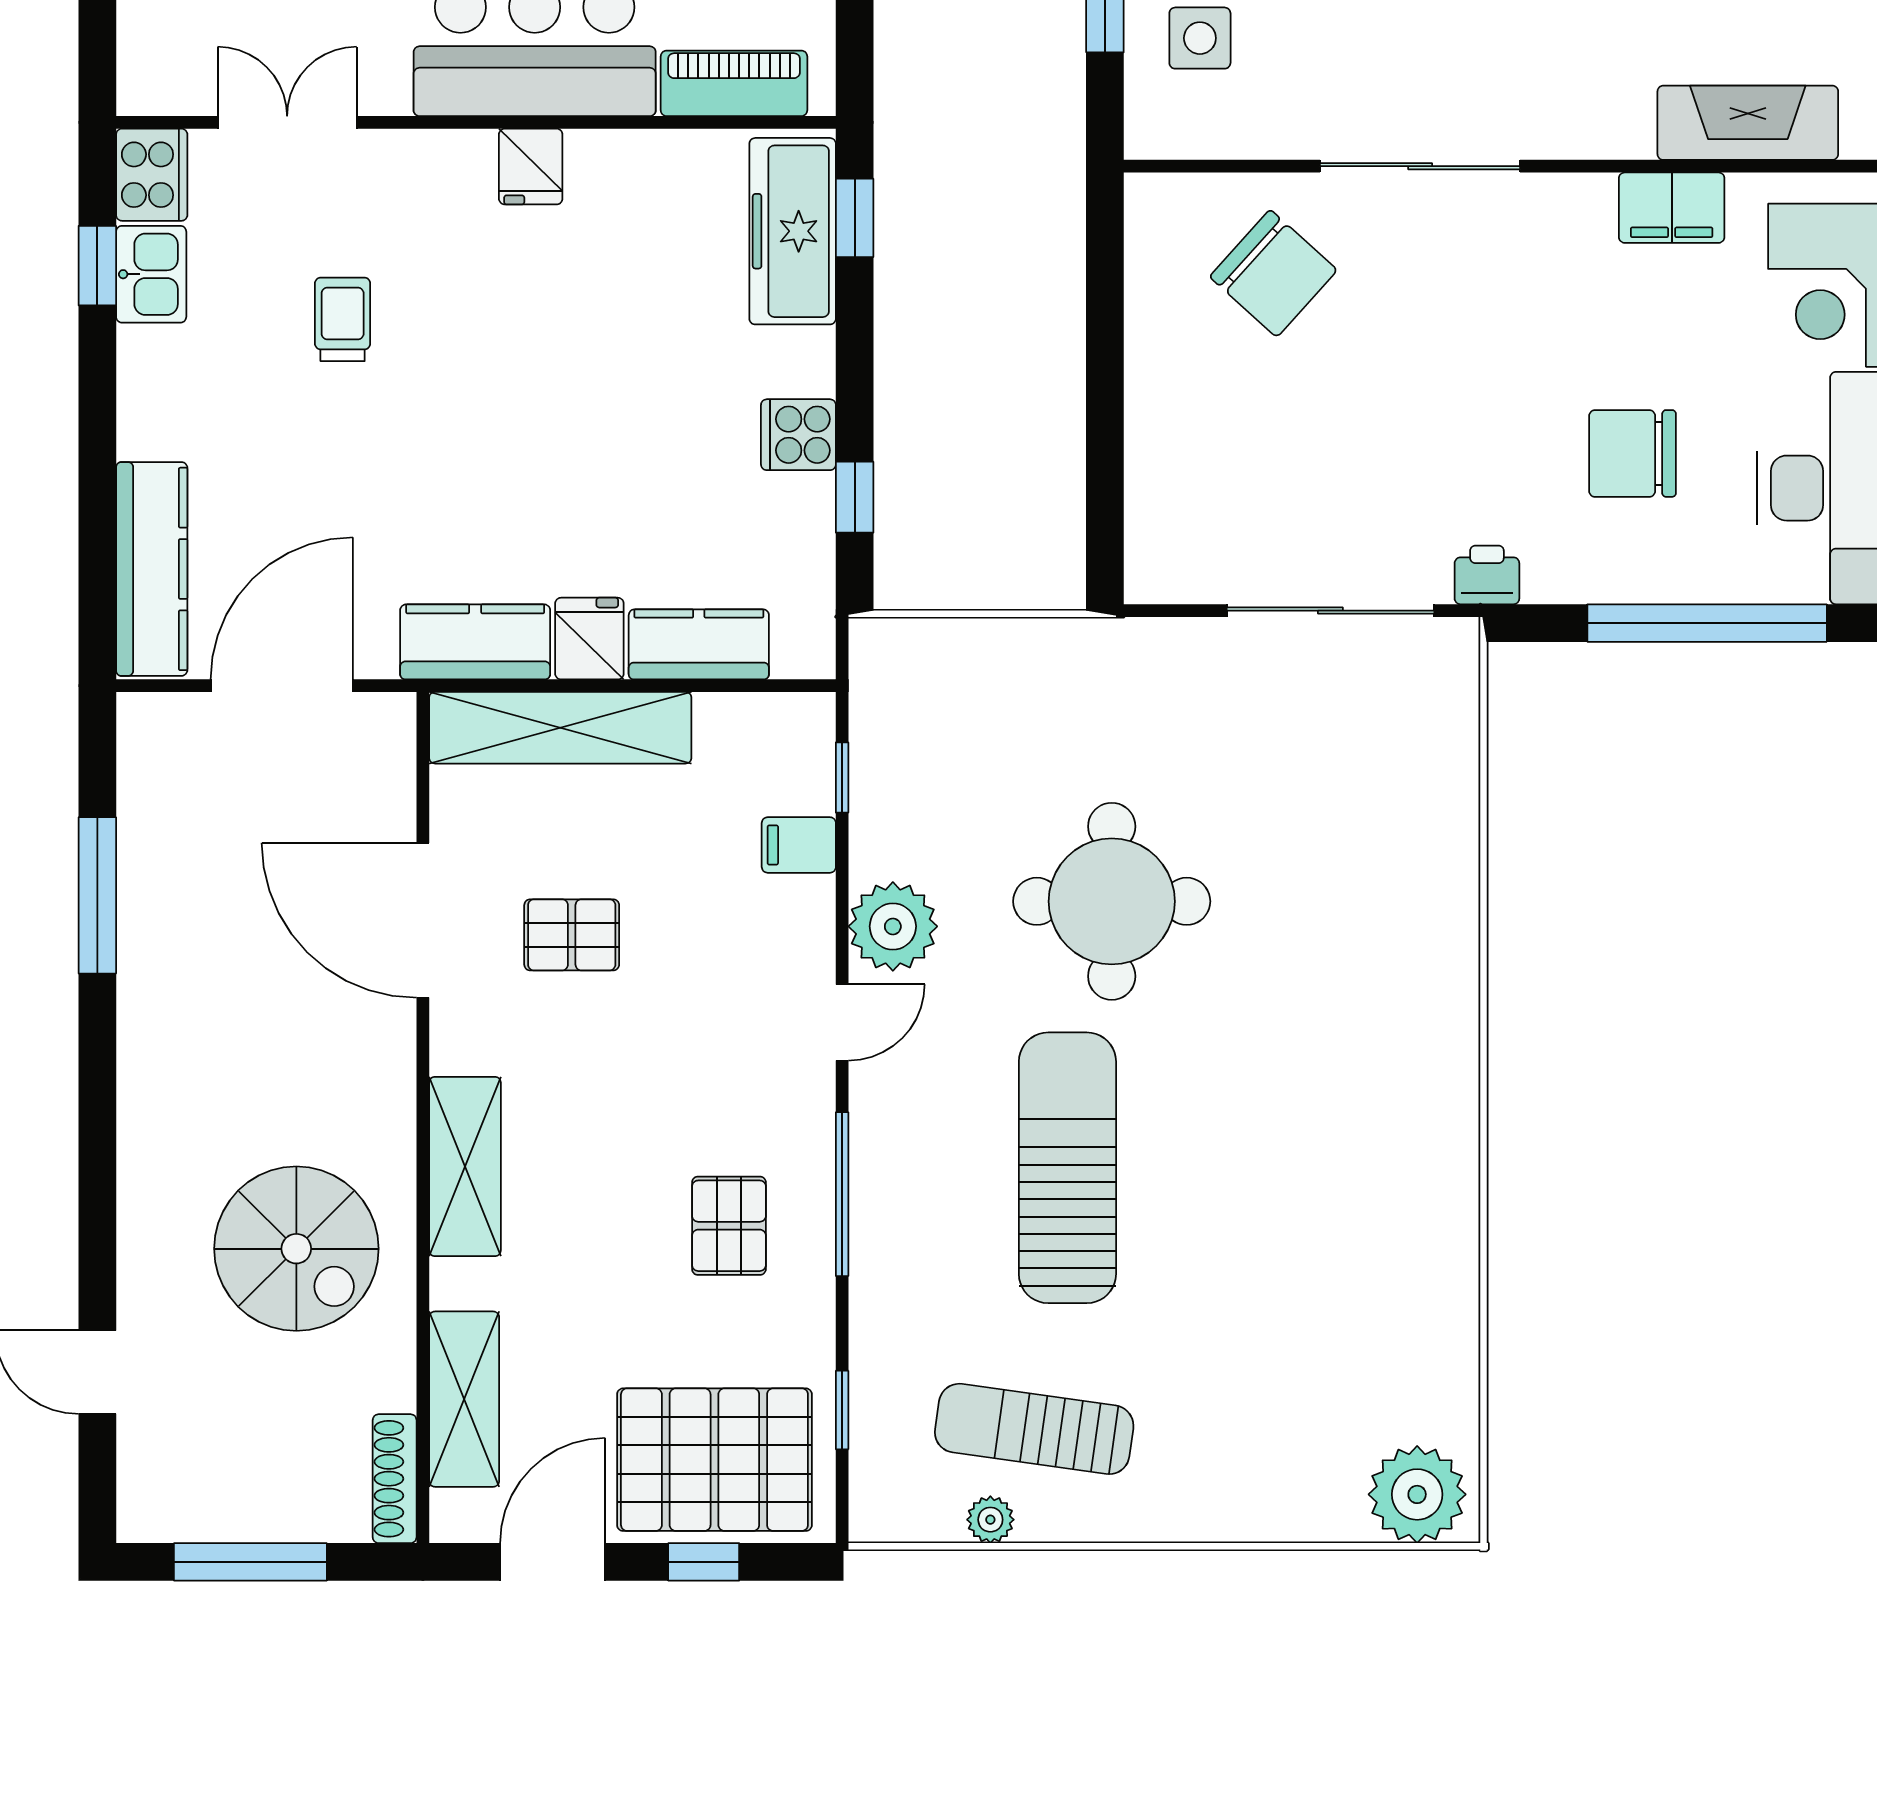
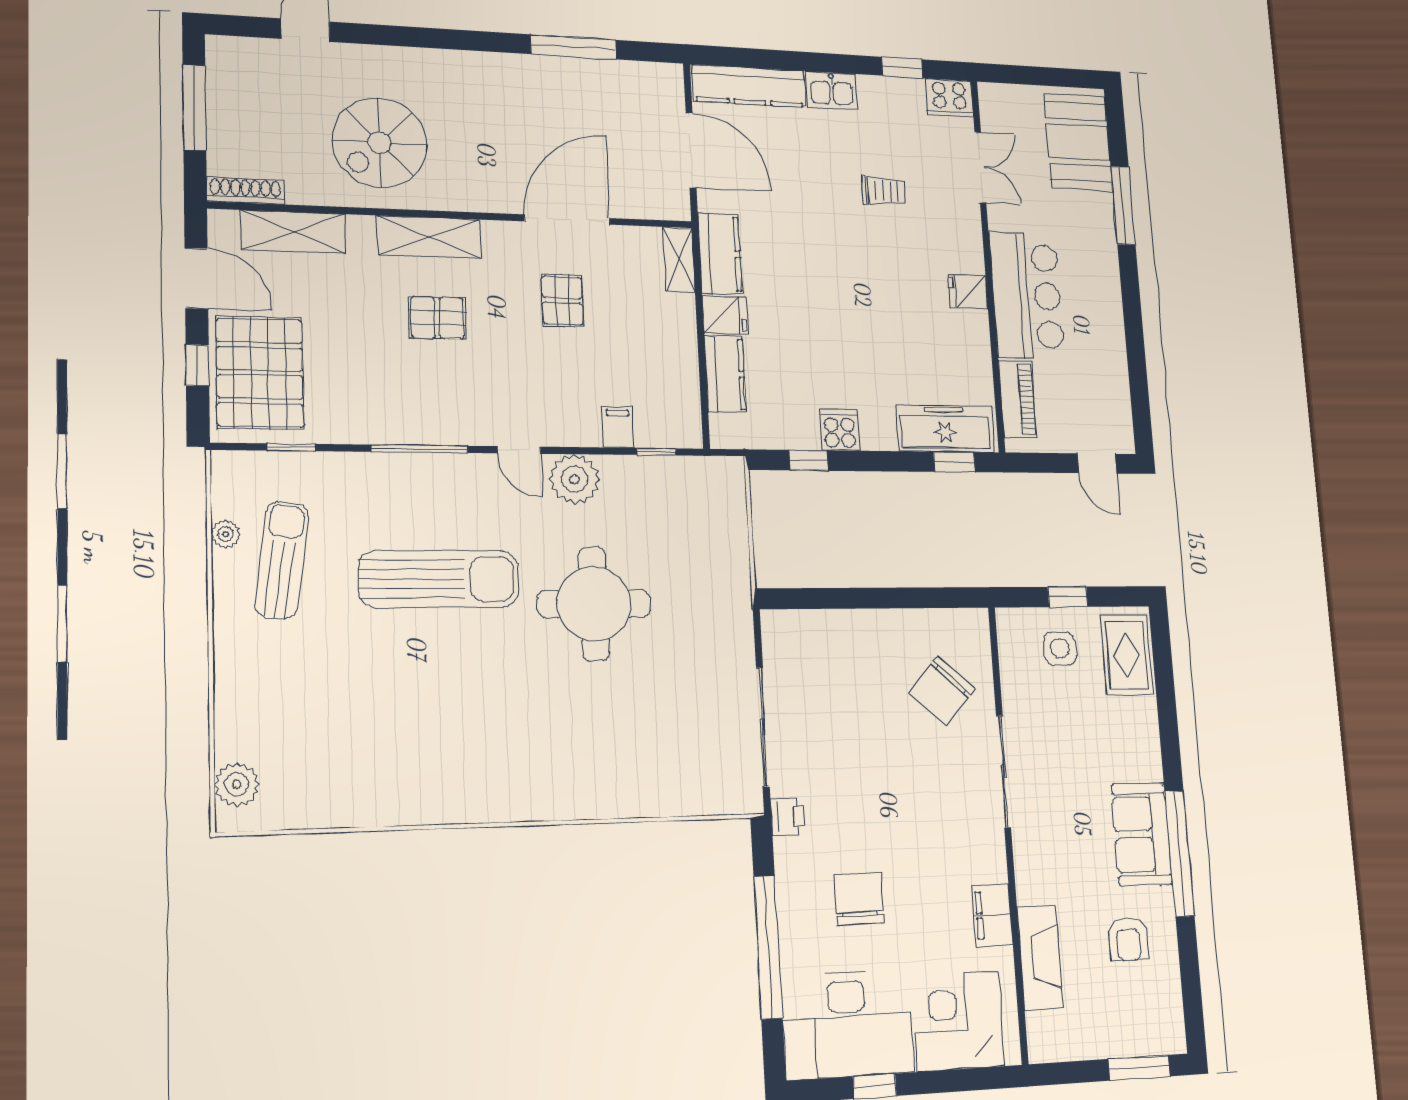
kitchen sink: (151, 274) -> (832, 90), moved
shelving: (560, 728) -> (679, 259), width x0.45, depth x0.75
pallet: (729, 1226) -> (437, 318), moved
plant: (1417, 1494) -> (237, 784), width x0.73, depth x0.73

